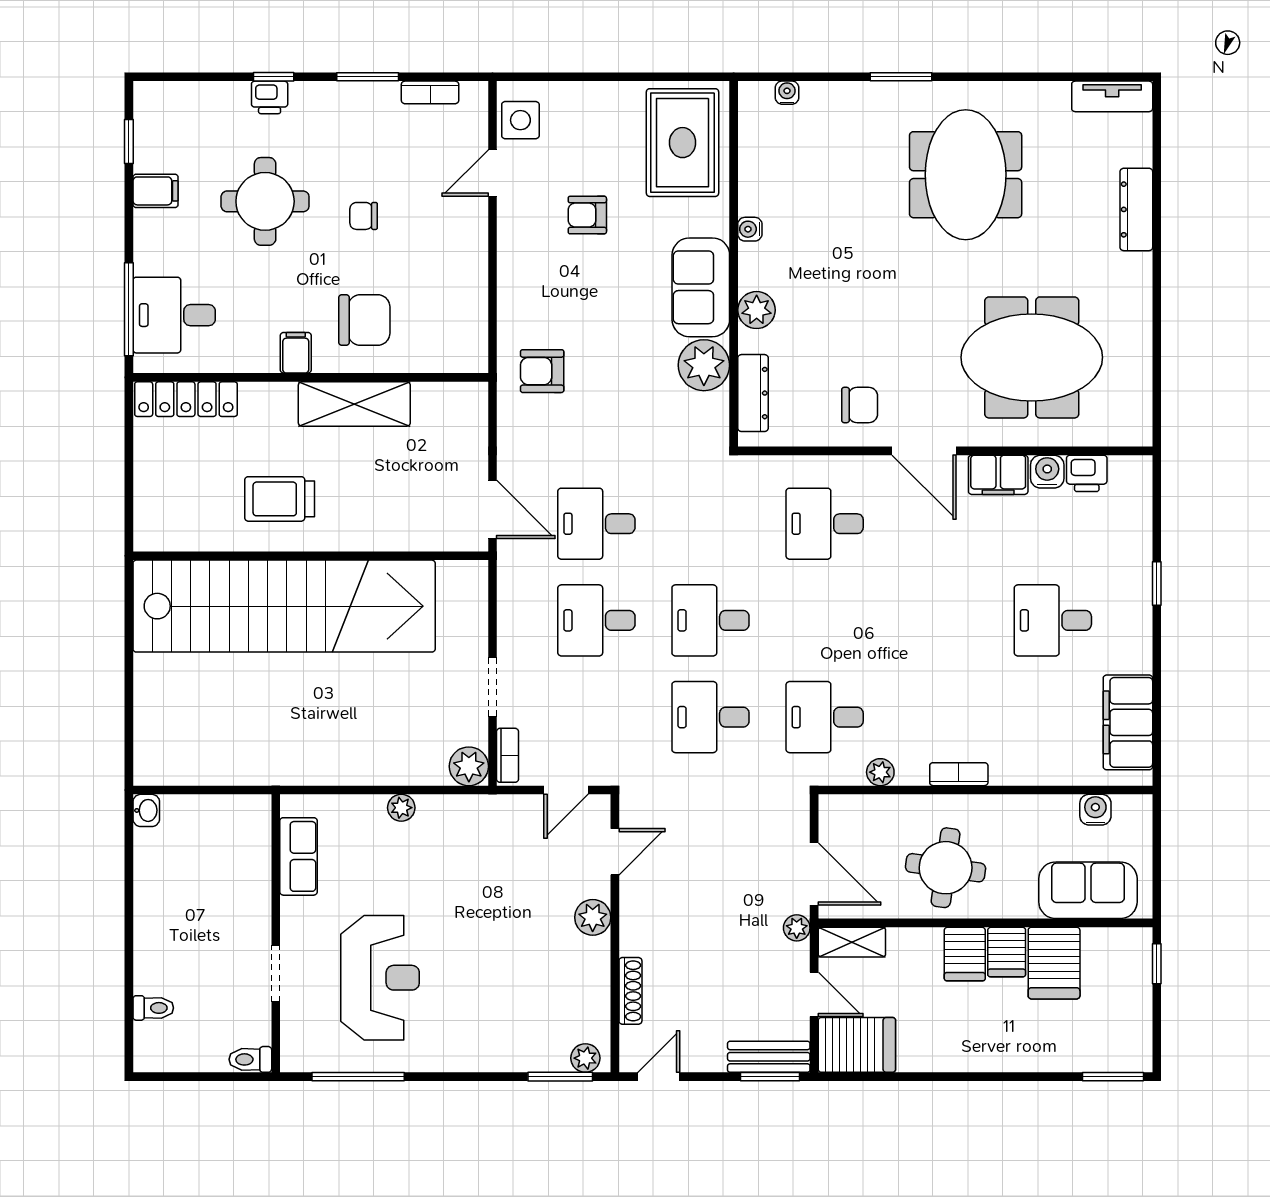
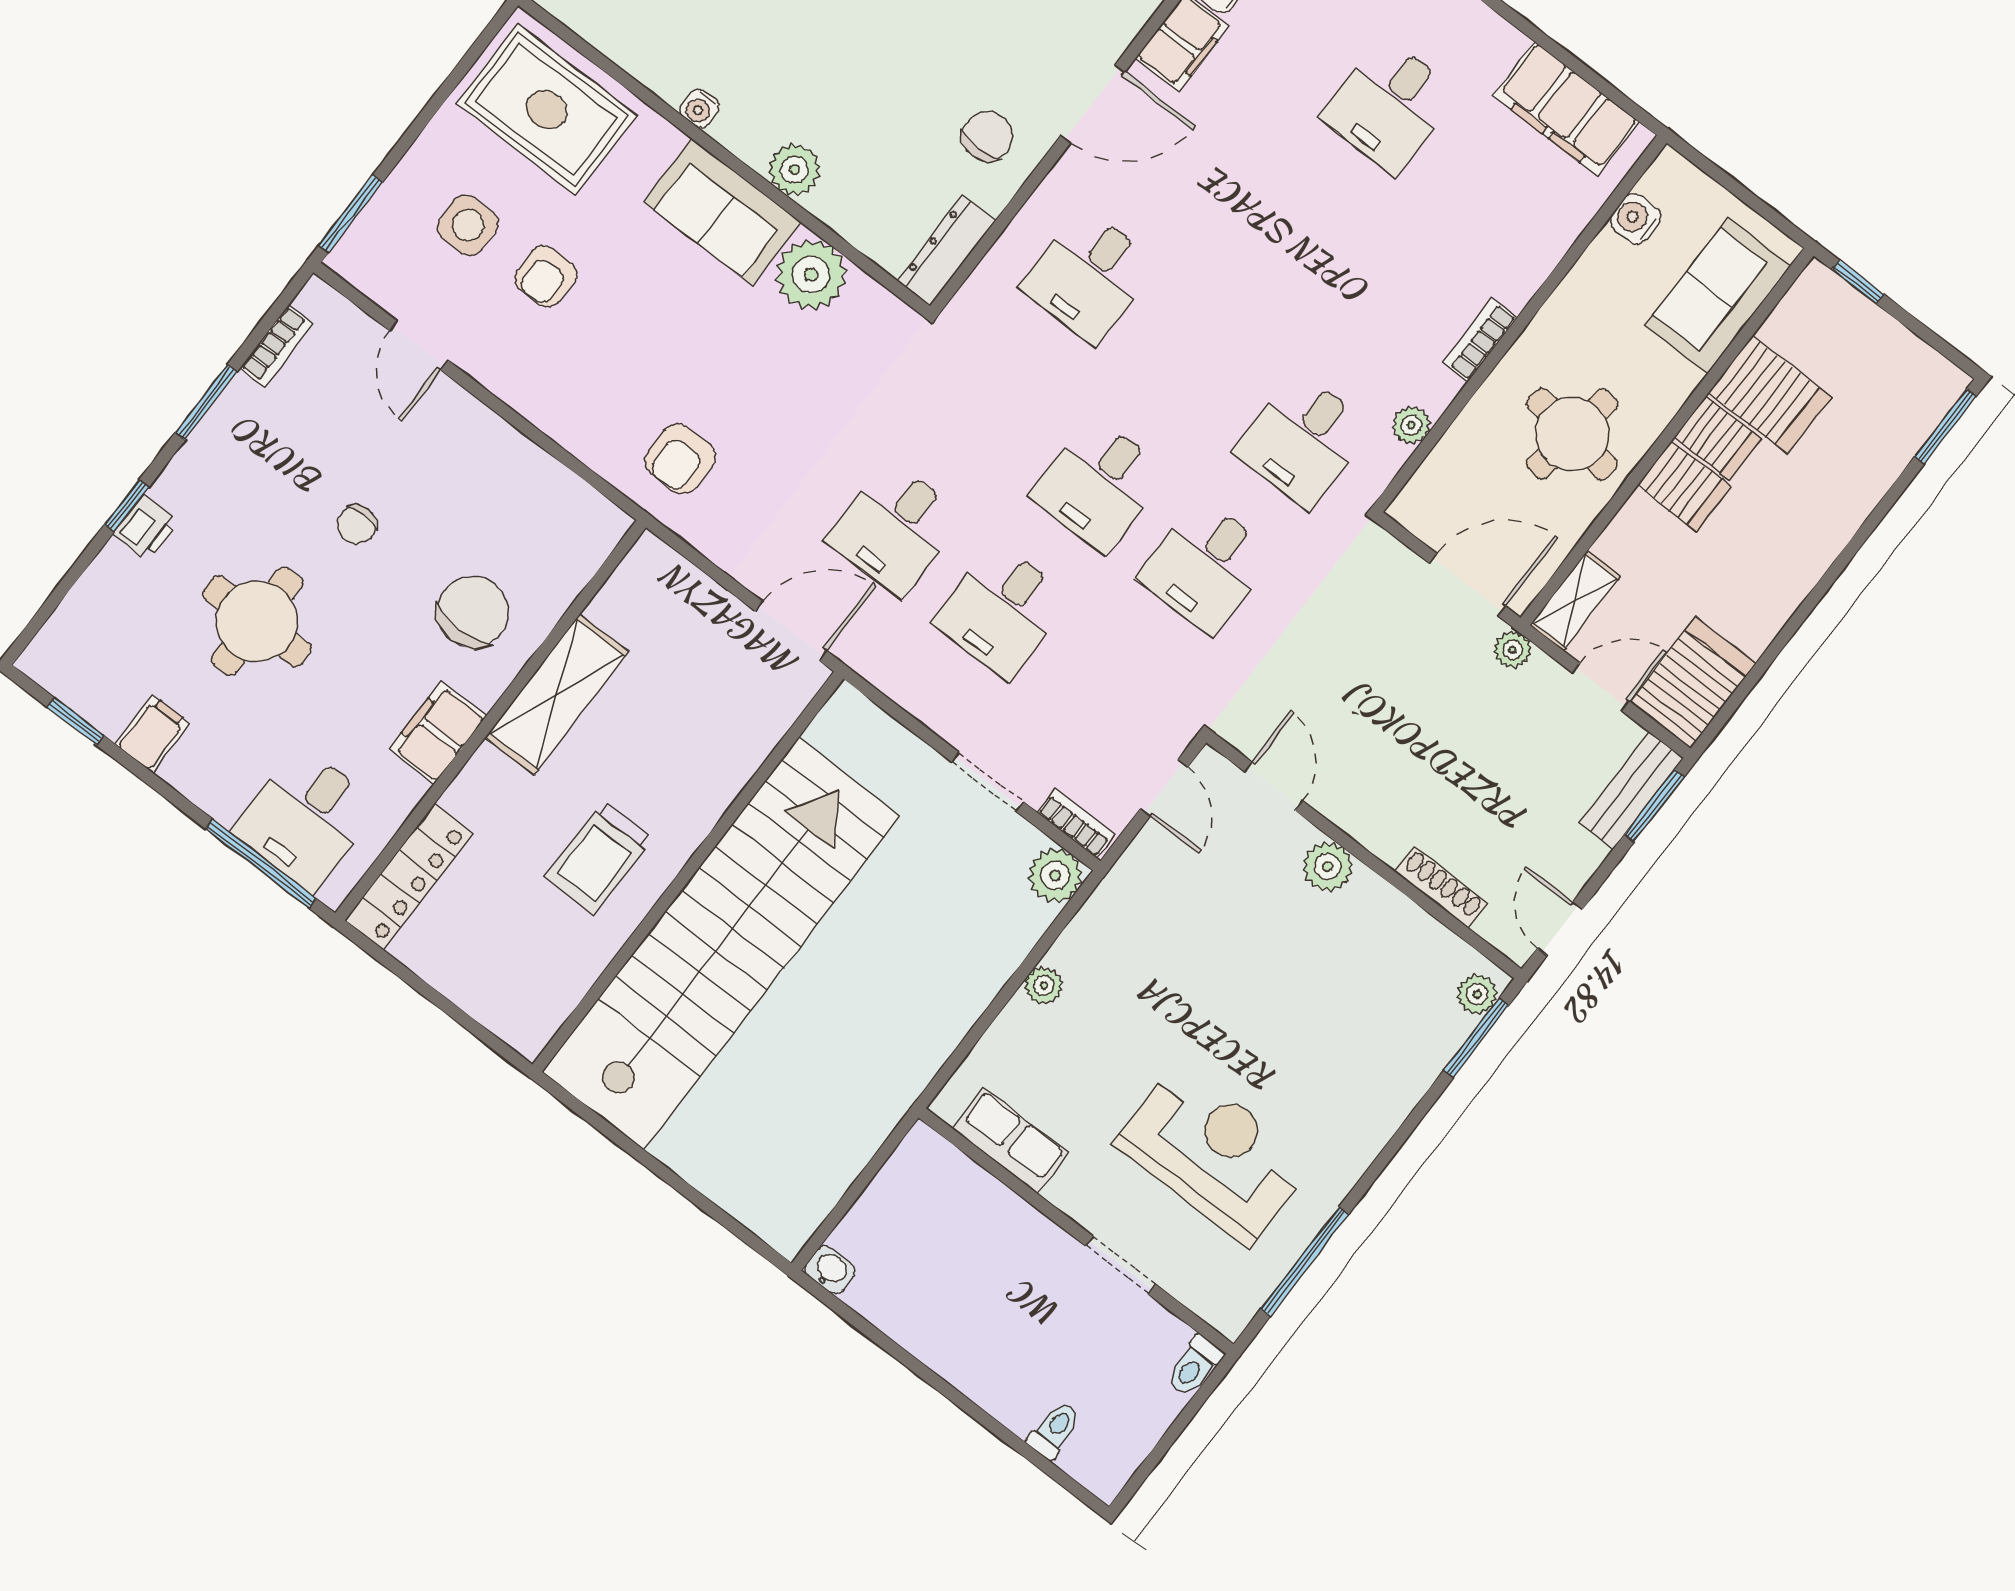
window: (538, 77) -> (351, 214), added
side table: (520, 120) -> (468, 225), moved
filing cabinet: (296, 353) -> (438, 733), width x2.00
dresser: (753, 393) -> (946, 251), moved, turned -90

